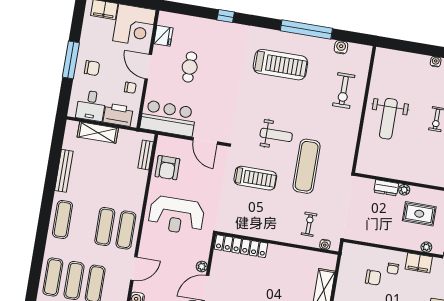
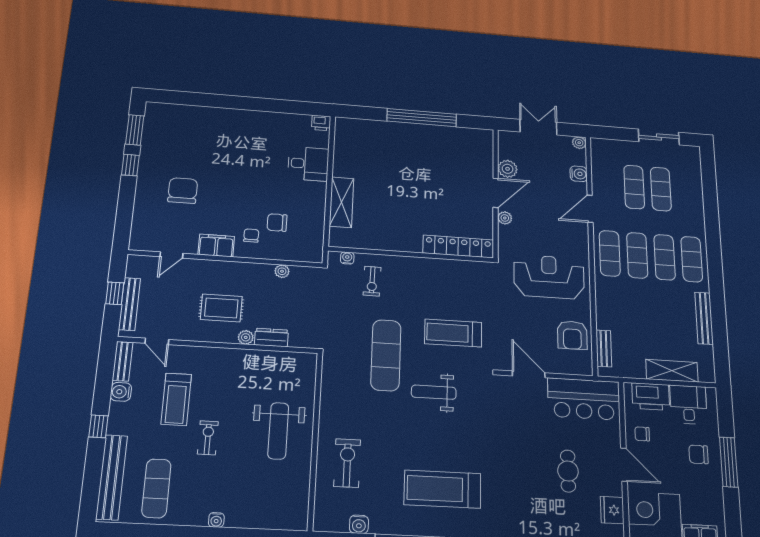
weight bench: (388, 119) -> (278, 431), turned 180
armchair: (167, 168) -> (572, 335), turned 180
plant: (426, 247) -> (282, 271), moved
exercise mat: (53, 277) -> (665, 257), moved

